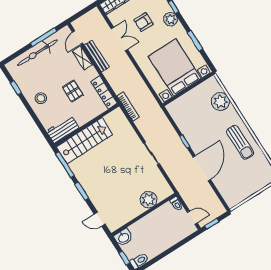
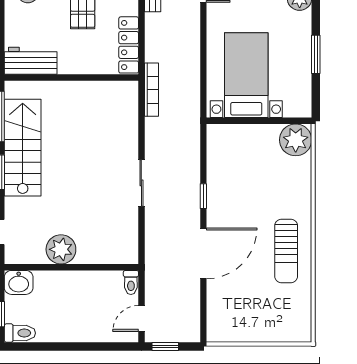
bed with nightstands: (175, 67) -> (246, 75), width x0.73
plant: (220, 102) -> (296, 140), moved
stairs: (84, 141) -> (23, 148), moved, turned -90
plant: (148, 200) -> (61, 249), moved
door: (192, 218) -> (141, 318), swing flipped

